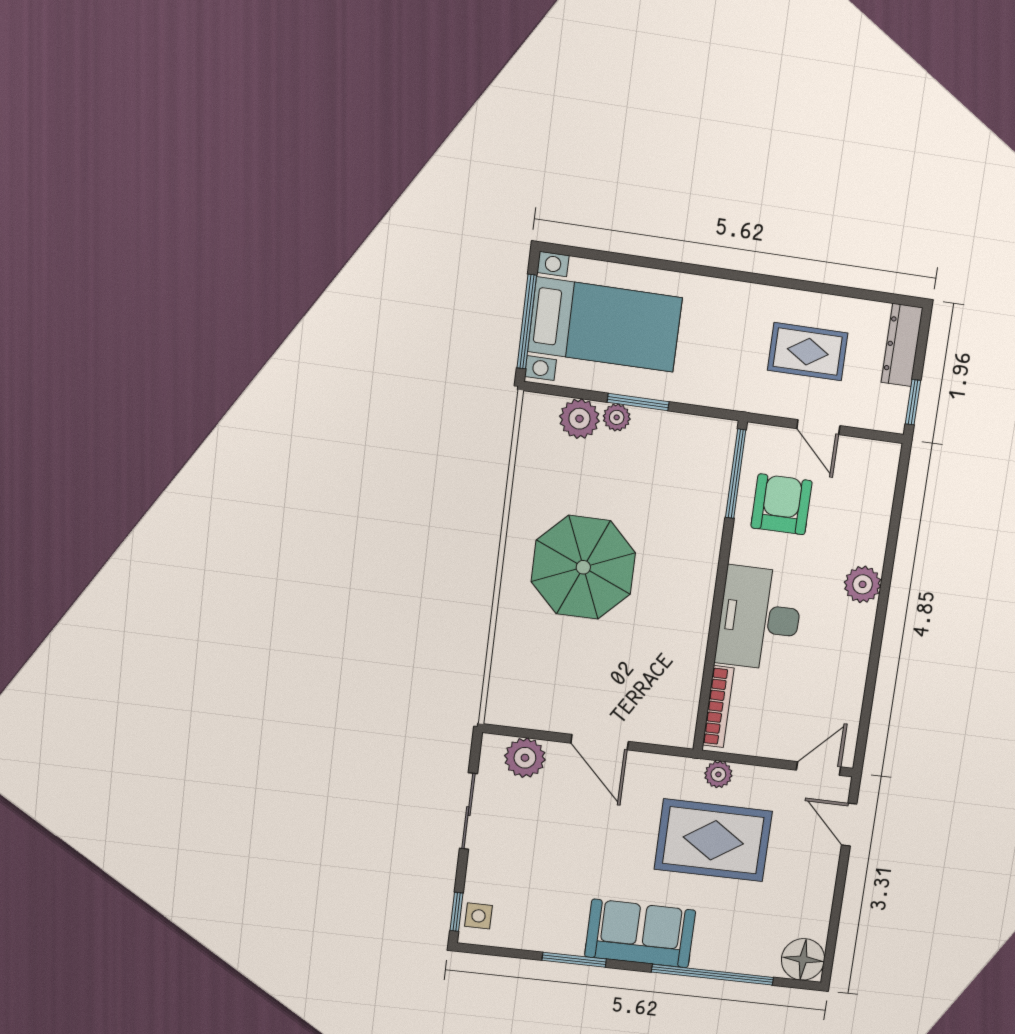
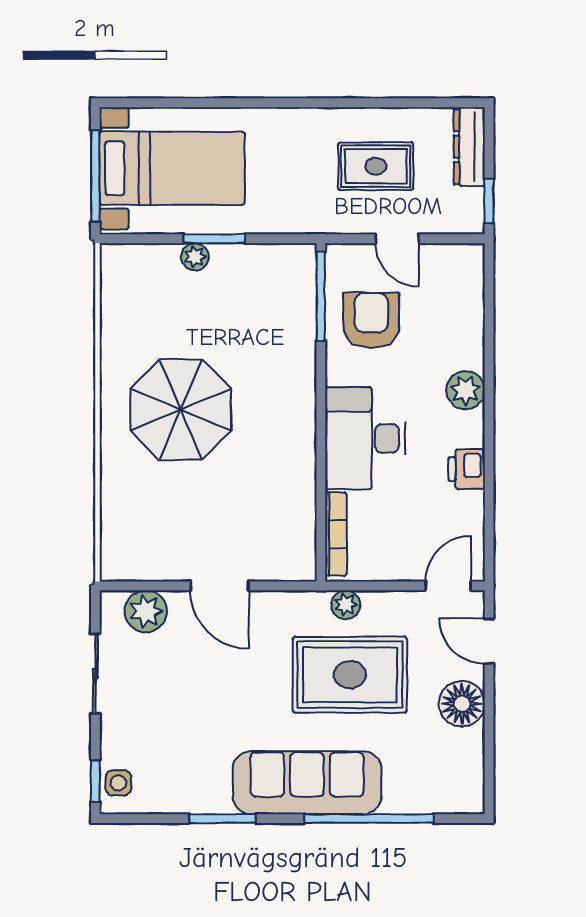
plant: (579, 419) -> (158, 263), removed
printer: (852, 660) -> (467, 469), added
sofa: (640, 933) -> (307, 783), width x1.36
floor lamp: (803, 959) -> (462, 704), moved

